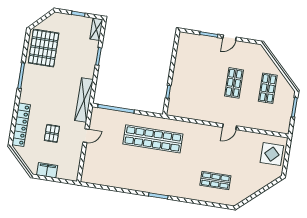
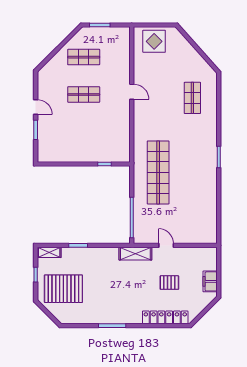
pallet: (44, 48) -> (63, 289), moved
shelving: (84, 100) -> (135, 254), width x0.68

